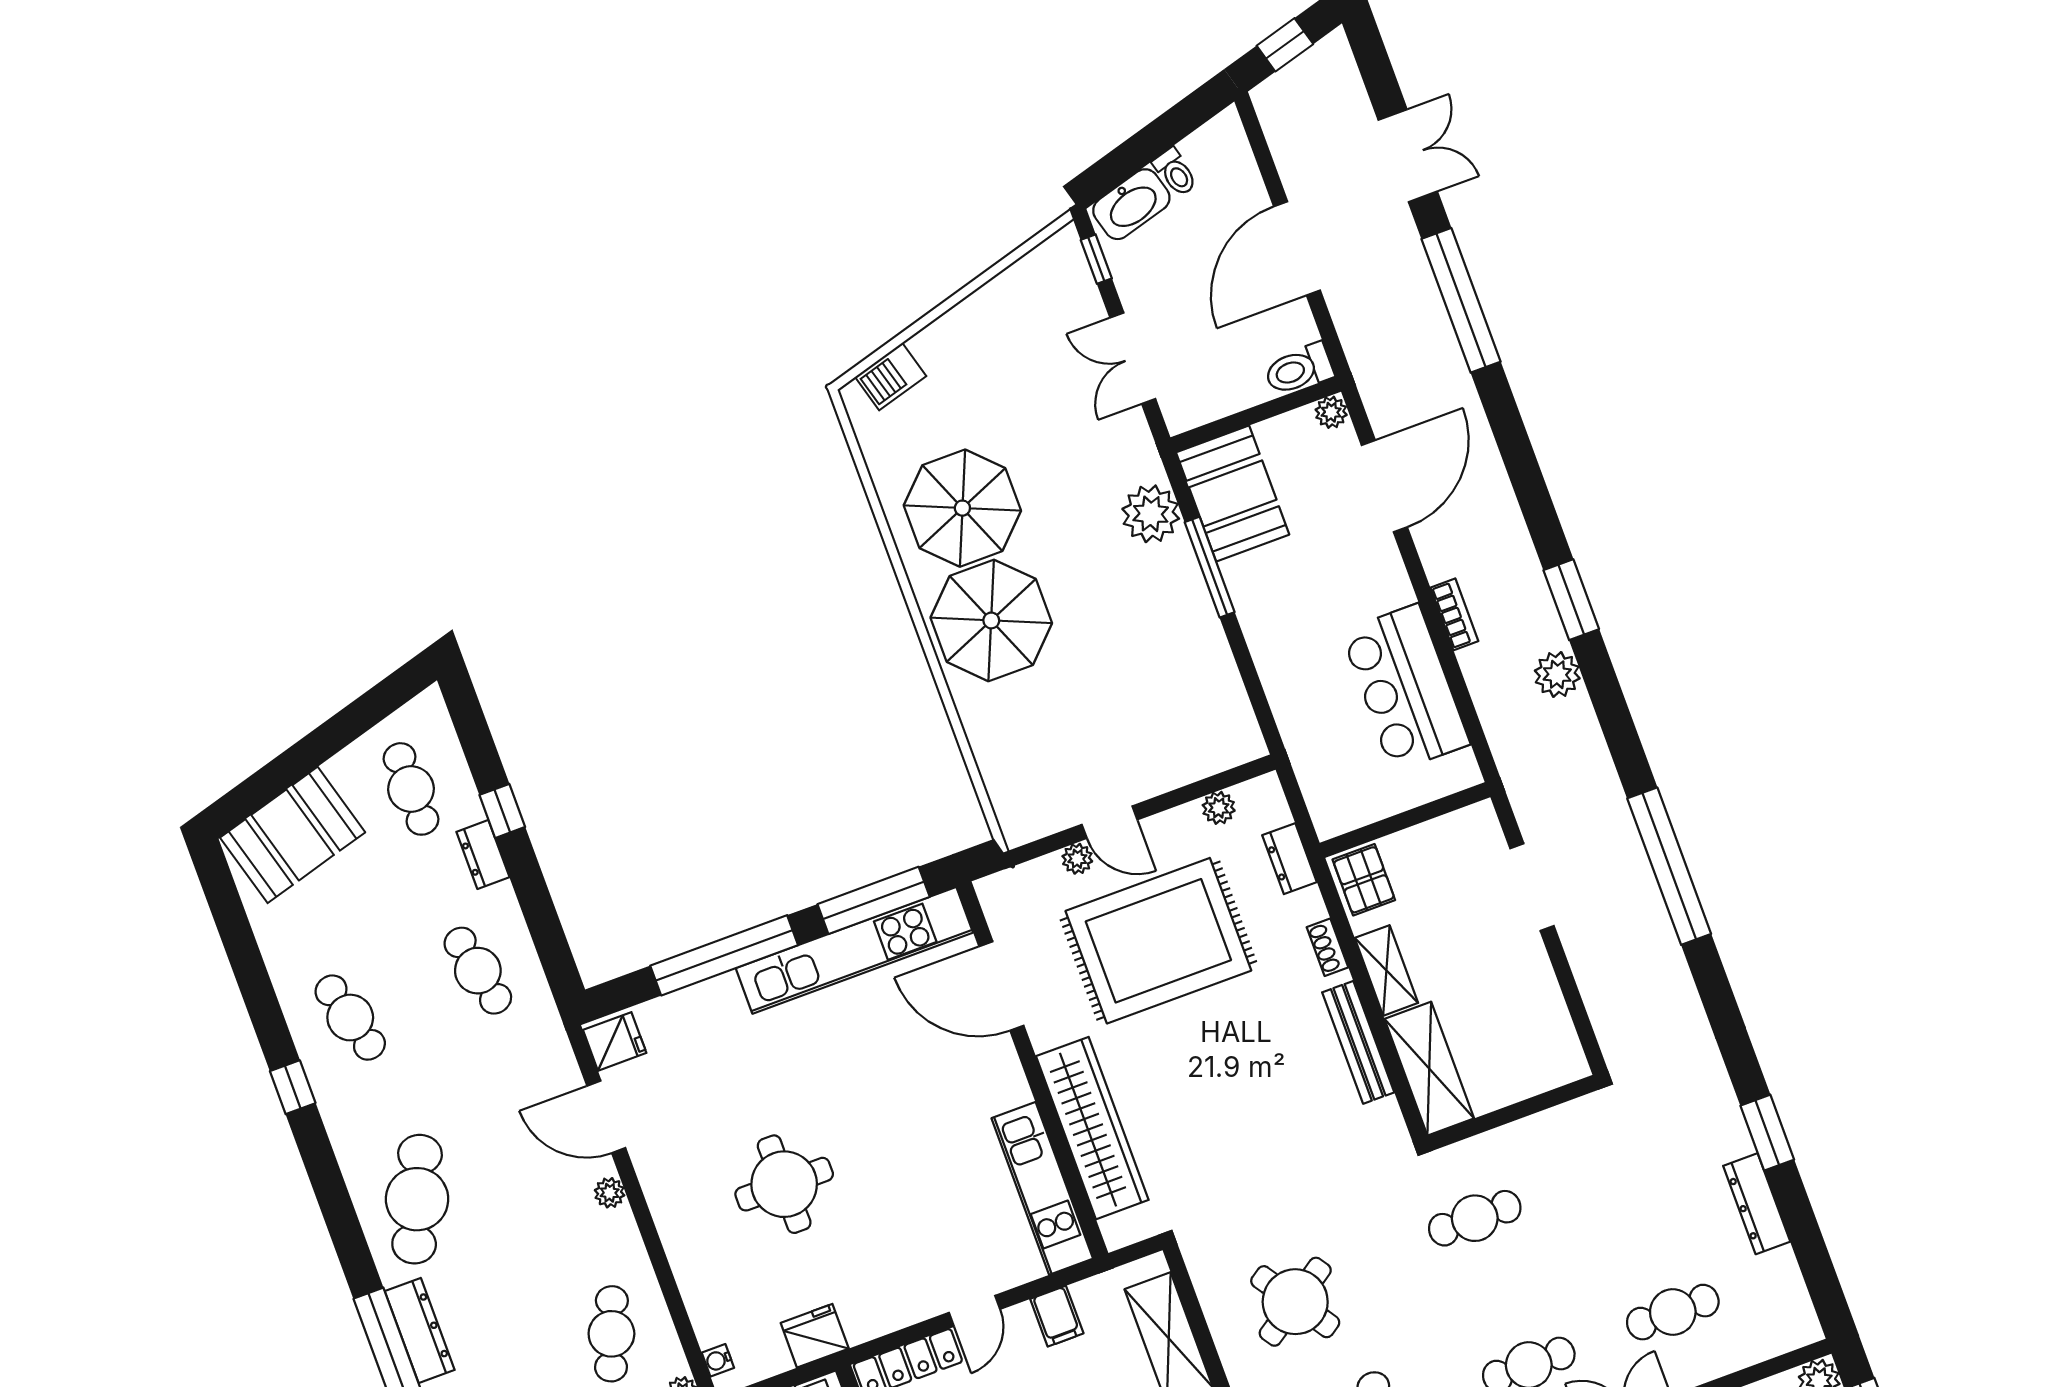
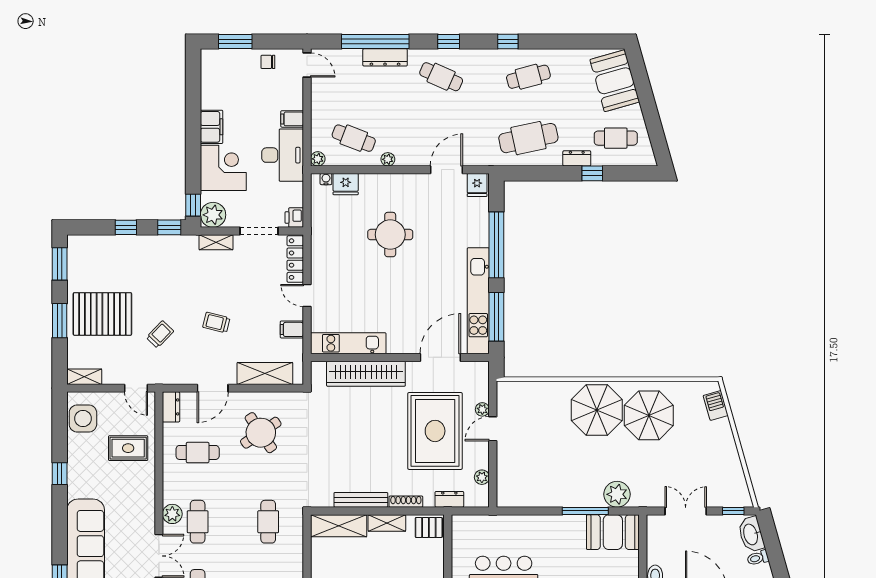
shoe rack: (1327, 947) -> (406, 502), width x1.43
cafe table: (478, 971) -> (528, 138), width x1.37, depth x1.35
plant: (610, 1193) -> (388, 159), moved
cafe table: (417, 1199) -> (441, 77), width x0.73, depth x0.74
window: (338, 1210) -> (449, 42), added
fridge: (815, 1336) -> (346, 184), moved, turned 90

